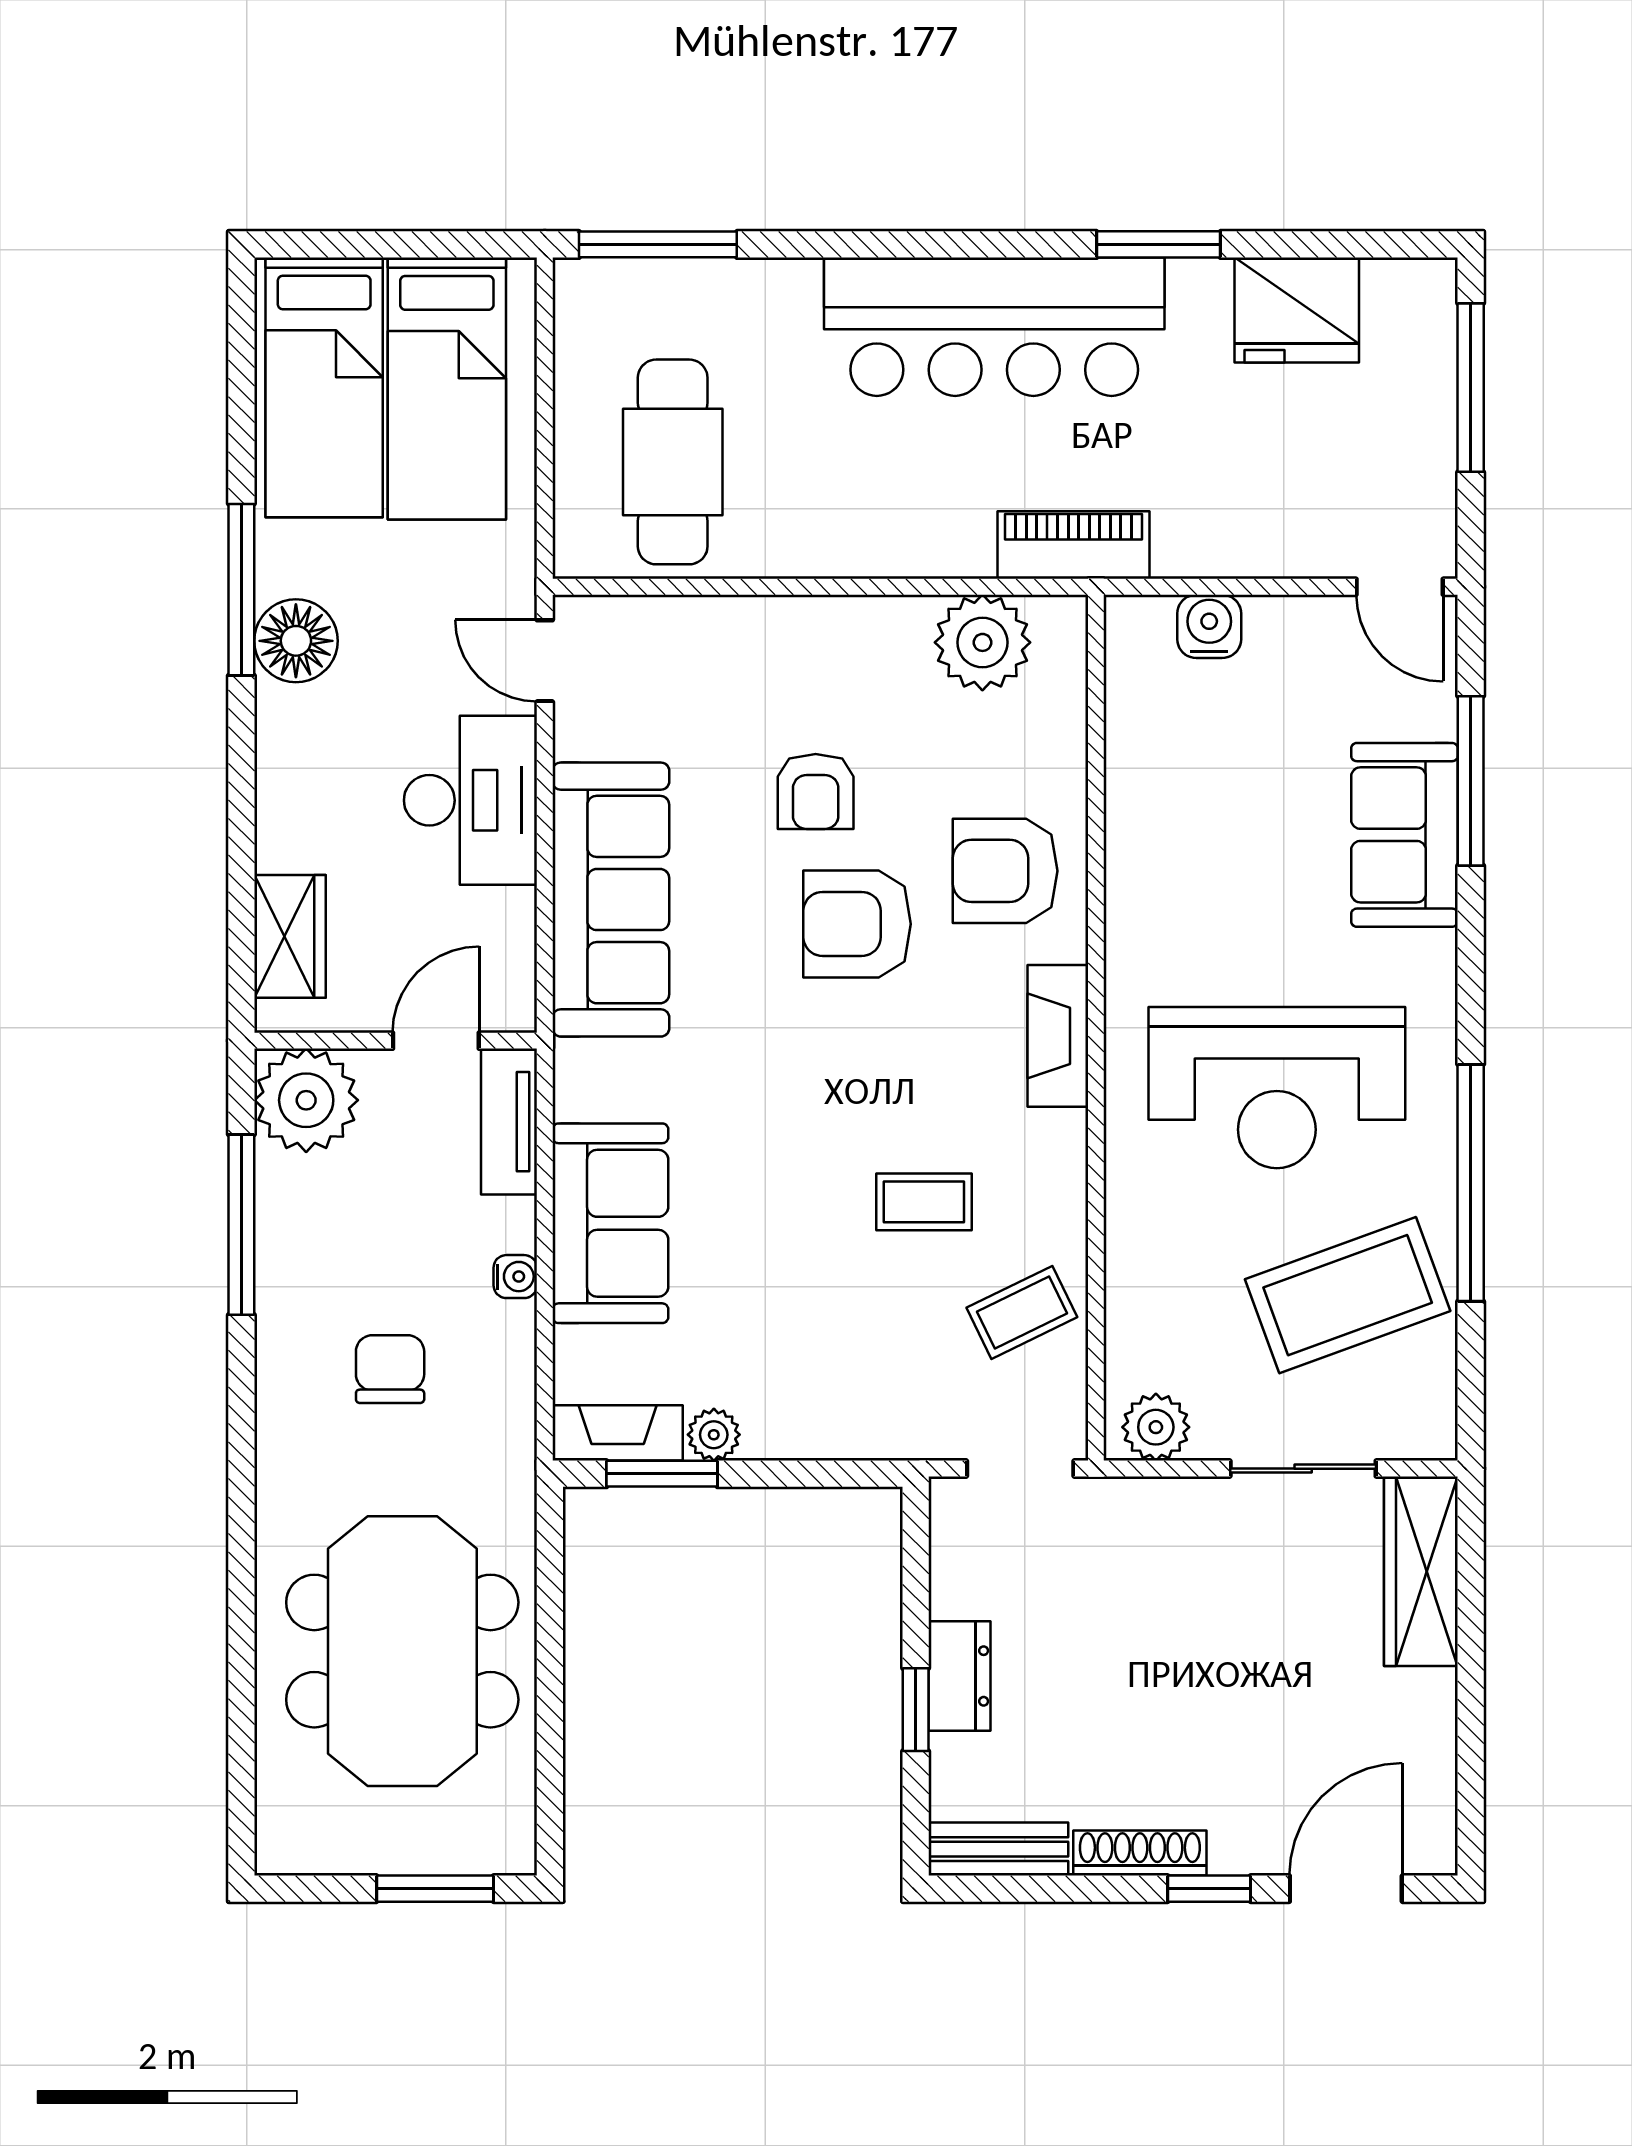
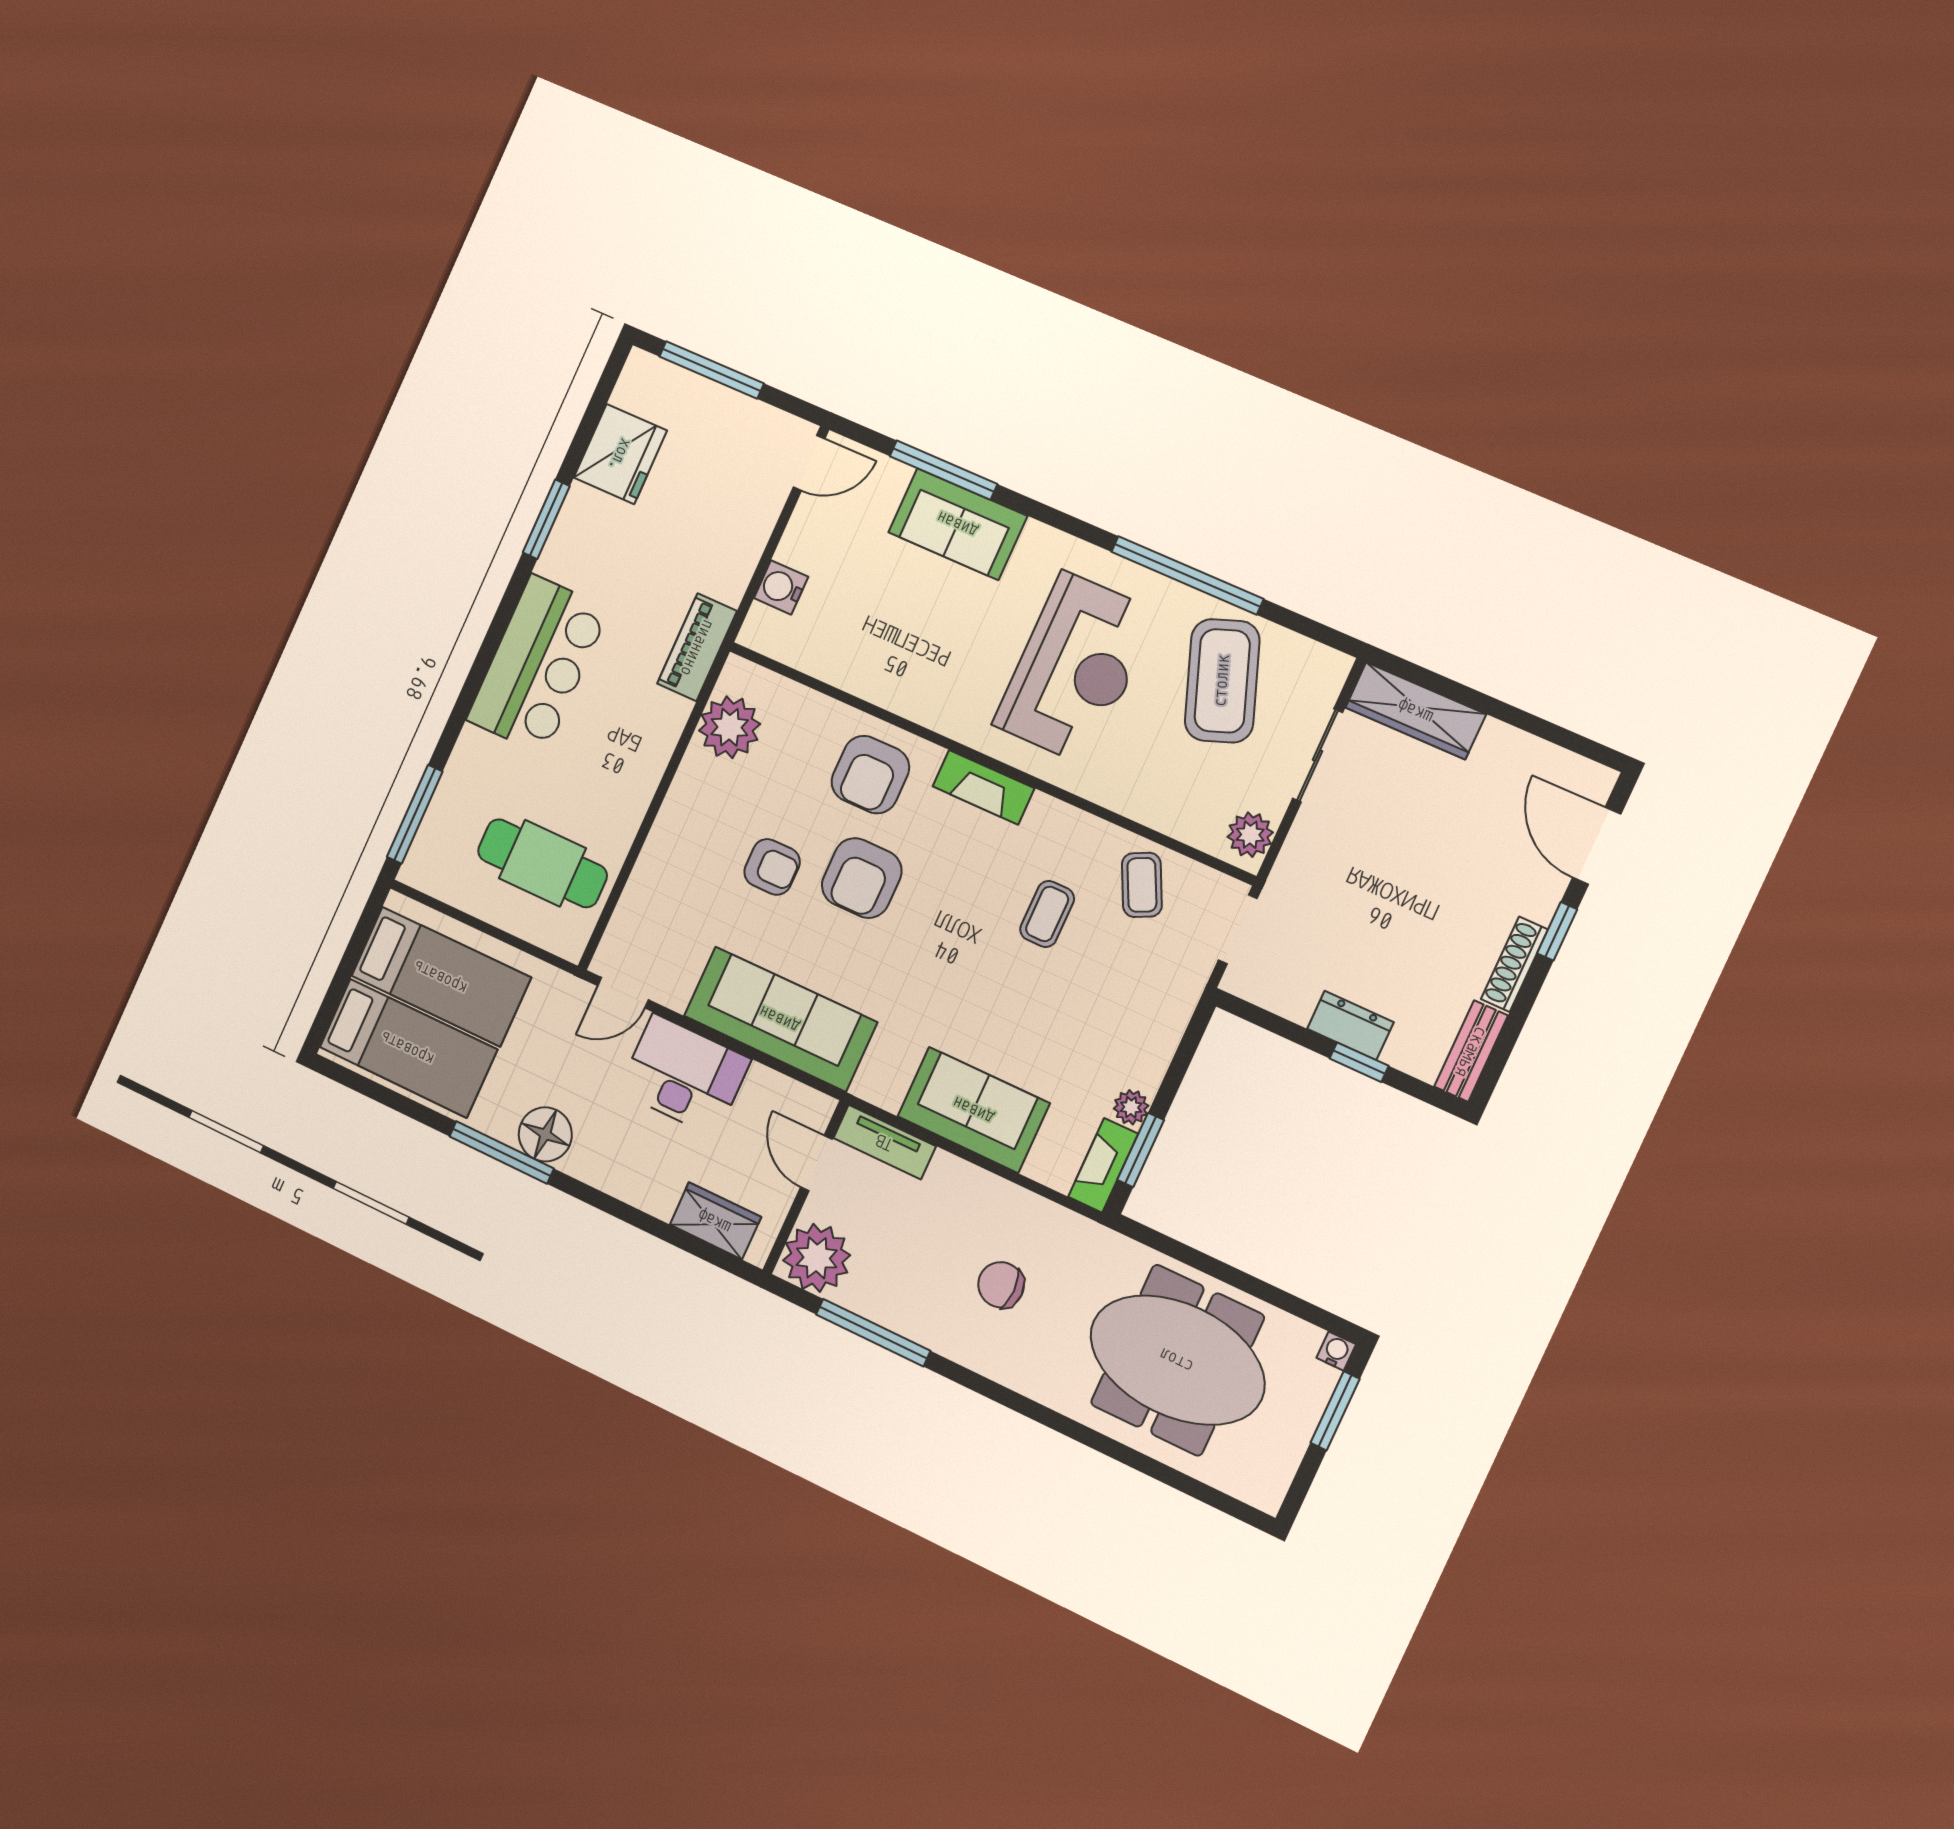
bar counter: (994, 327) -> (538, 664), width x0.73
water cooler: (515, 1277) -> (1336, 1351), moved

